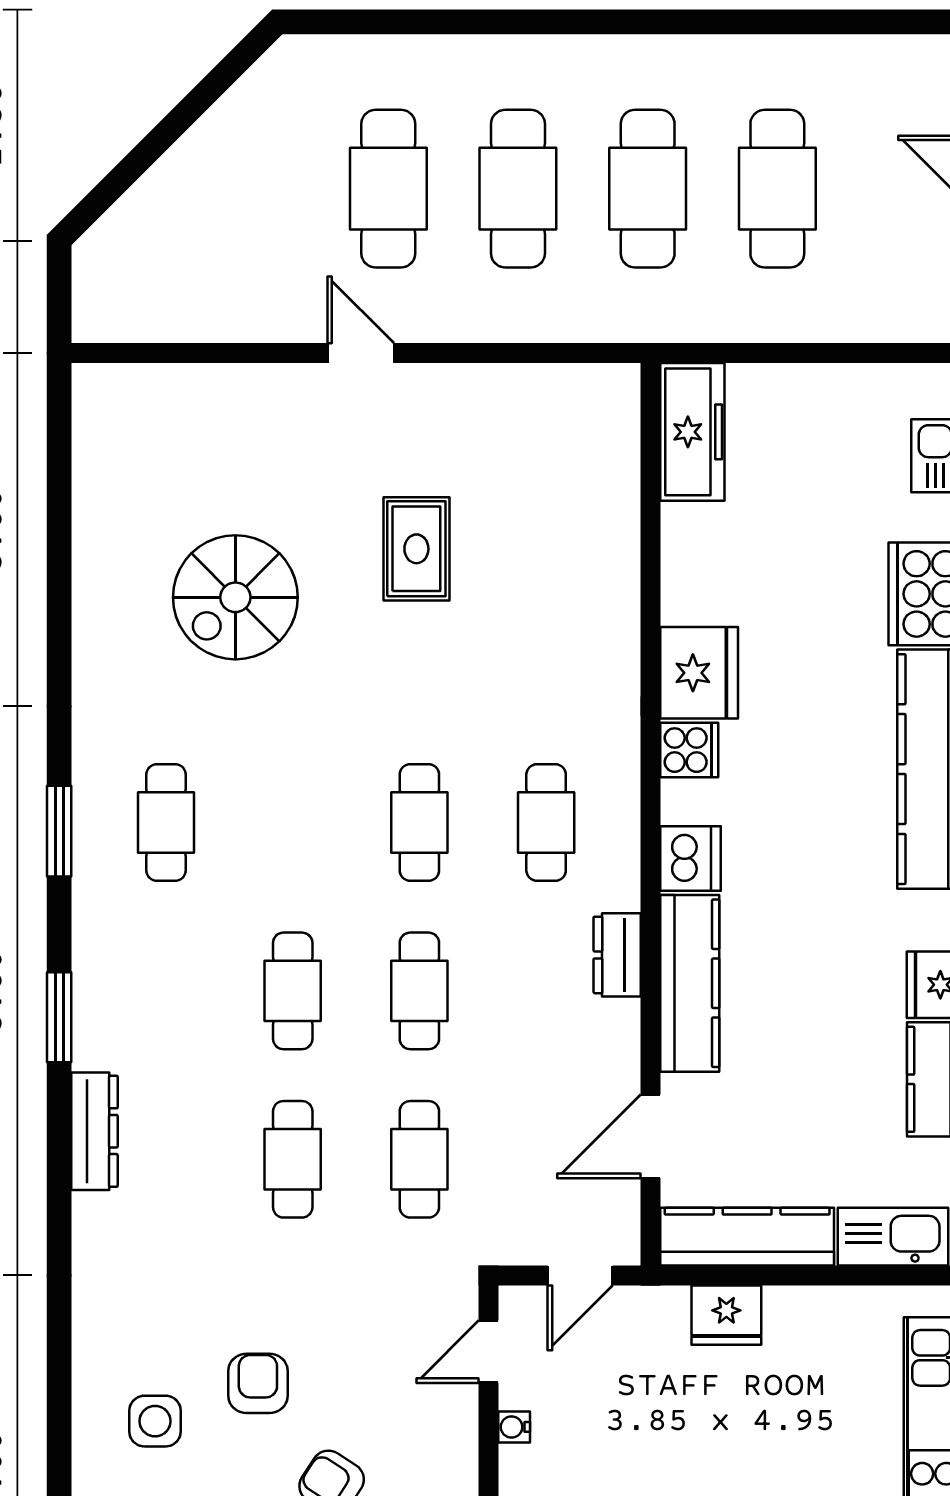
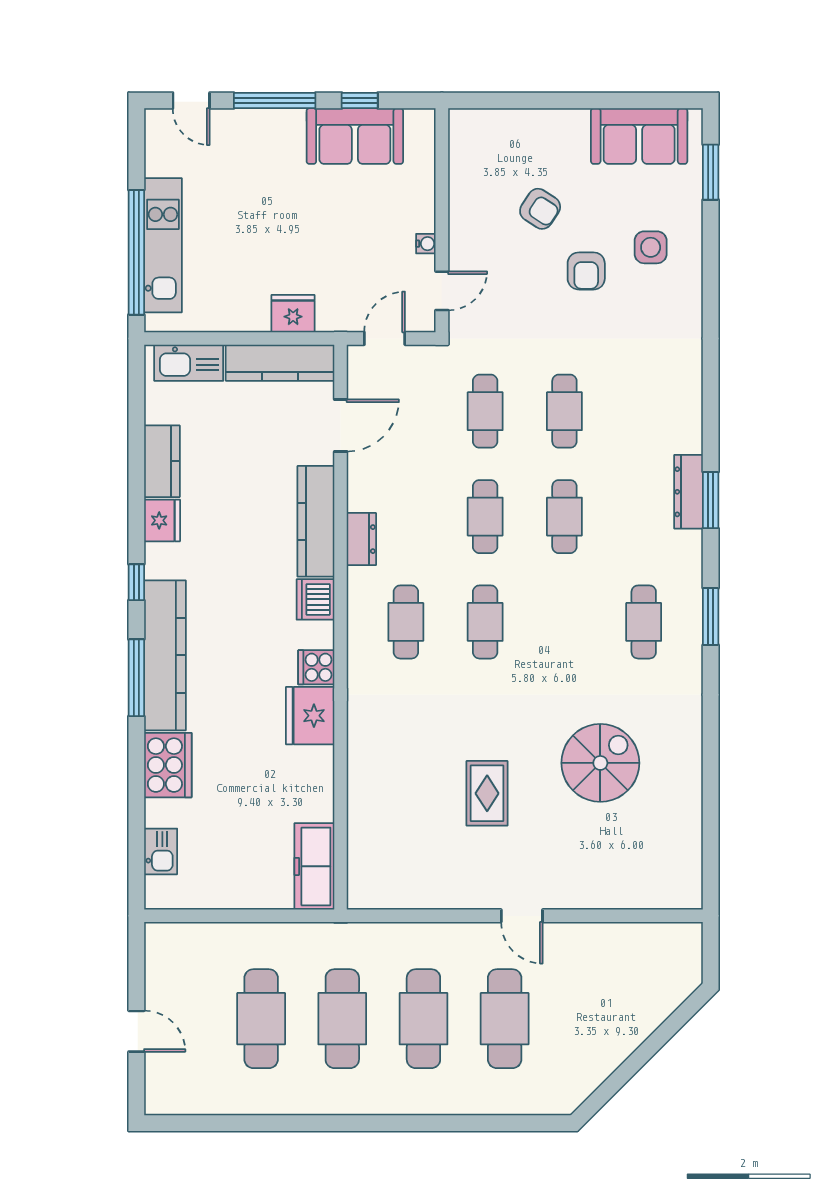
dresser: (94, 1131) -> (689, 492), moved

